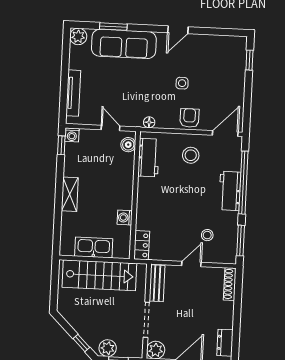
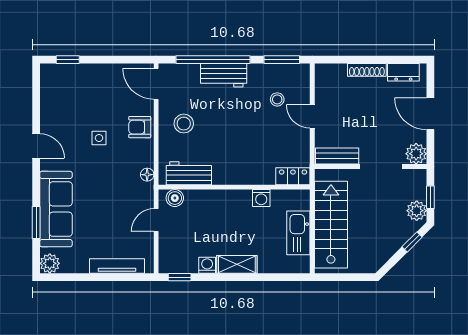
washing machine: (72, 135) -> (207, 265), moved, turned -90
shoe rack: (230, 284) -> (367, 70), moved

